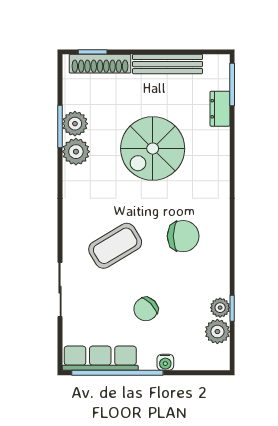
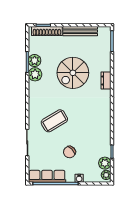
dresser: (220, 109) -> (106, 81), moved
chair: (183, 236) -> (88, 116), removed
plant: (220, 308) -> (106, 175), moved

